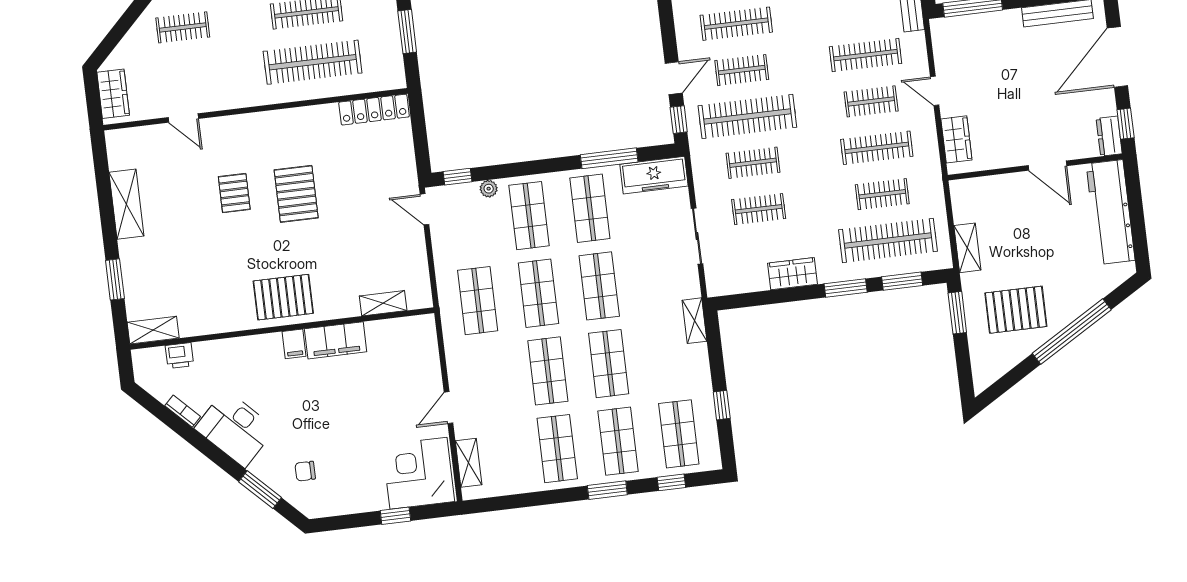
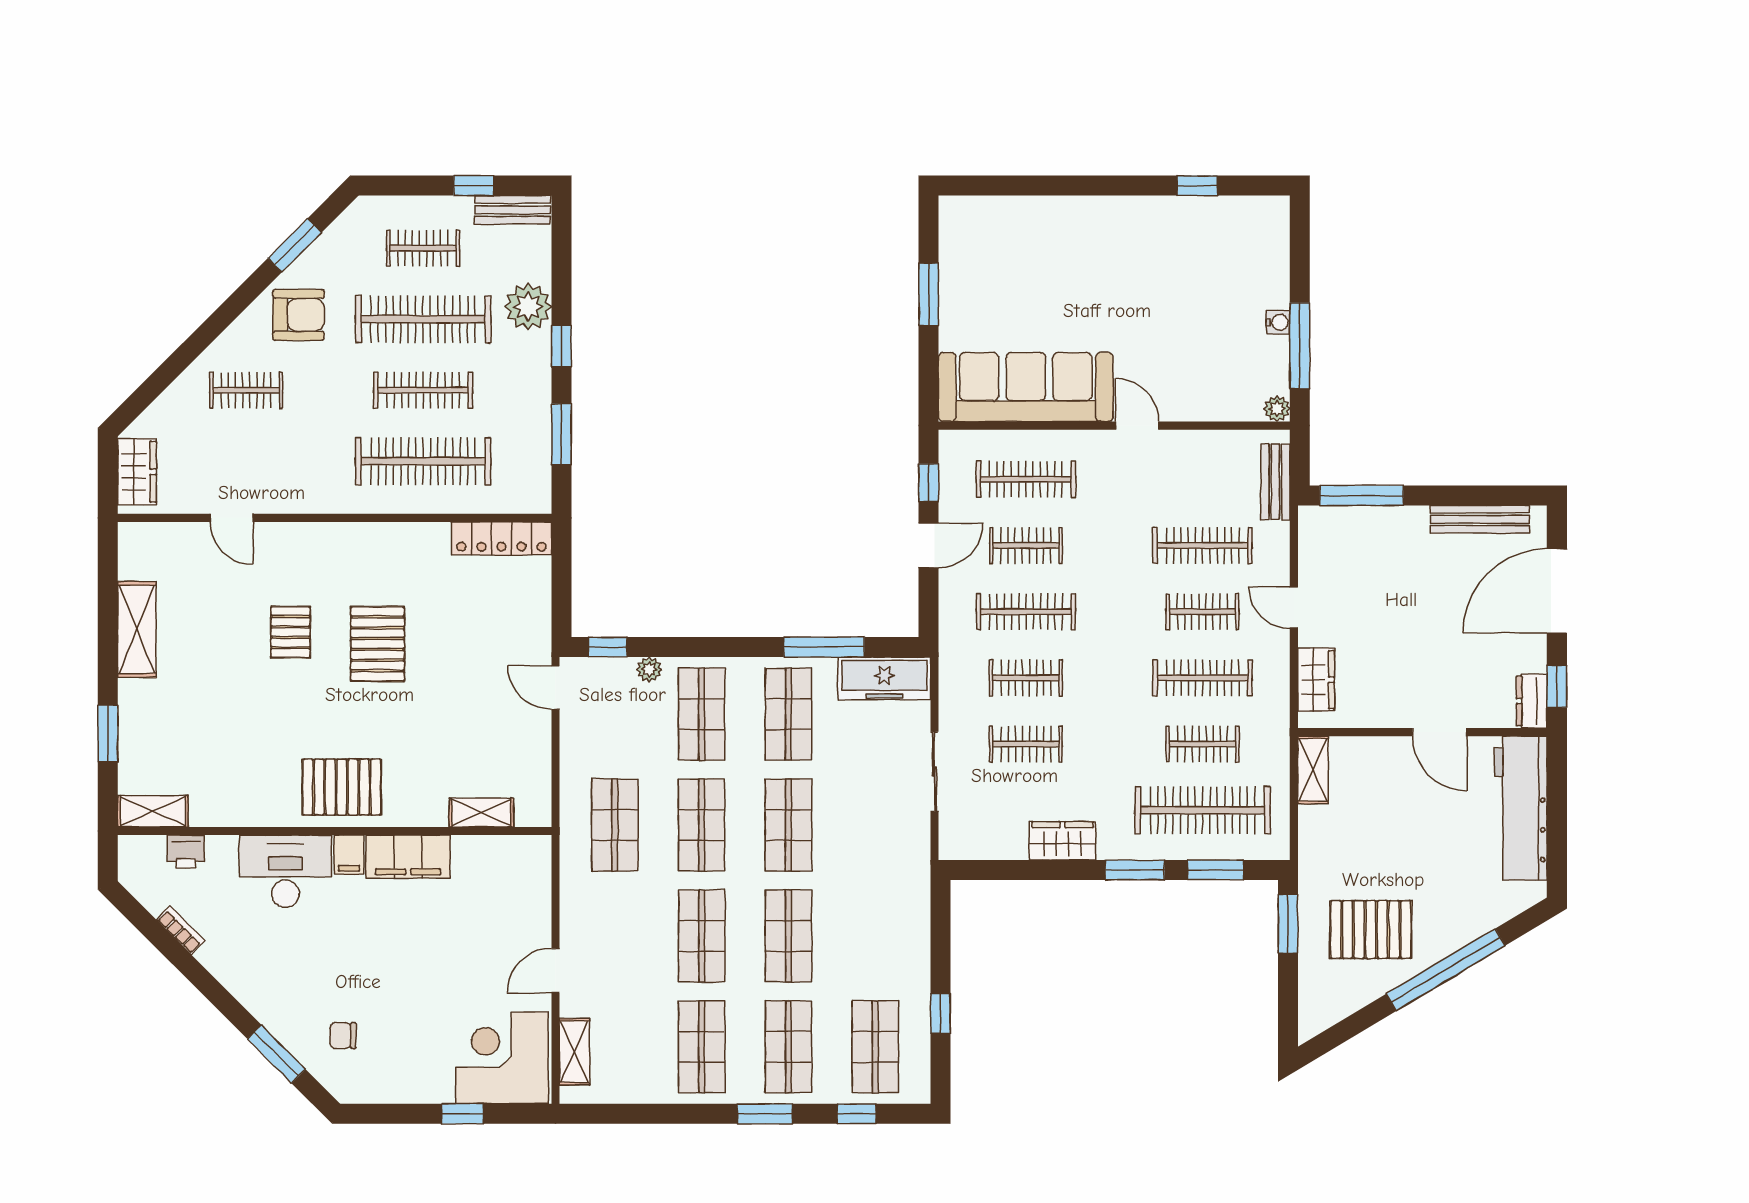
clothes rail: (747, 116) -> (1026, 612), width x0.73, depth x0.76
window: (679, 120) -> (929, 483), moved
shelving: (967, 248) -> (1313, 770), moved
shelving: (694, 321) -> (917, 890), removed
desk: (235, 429) -> (285, 871), moved, turned 135

